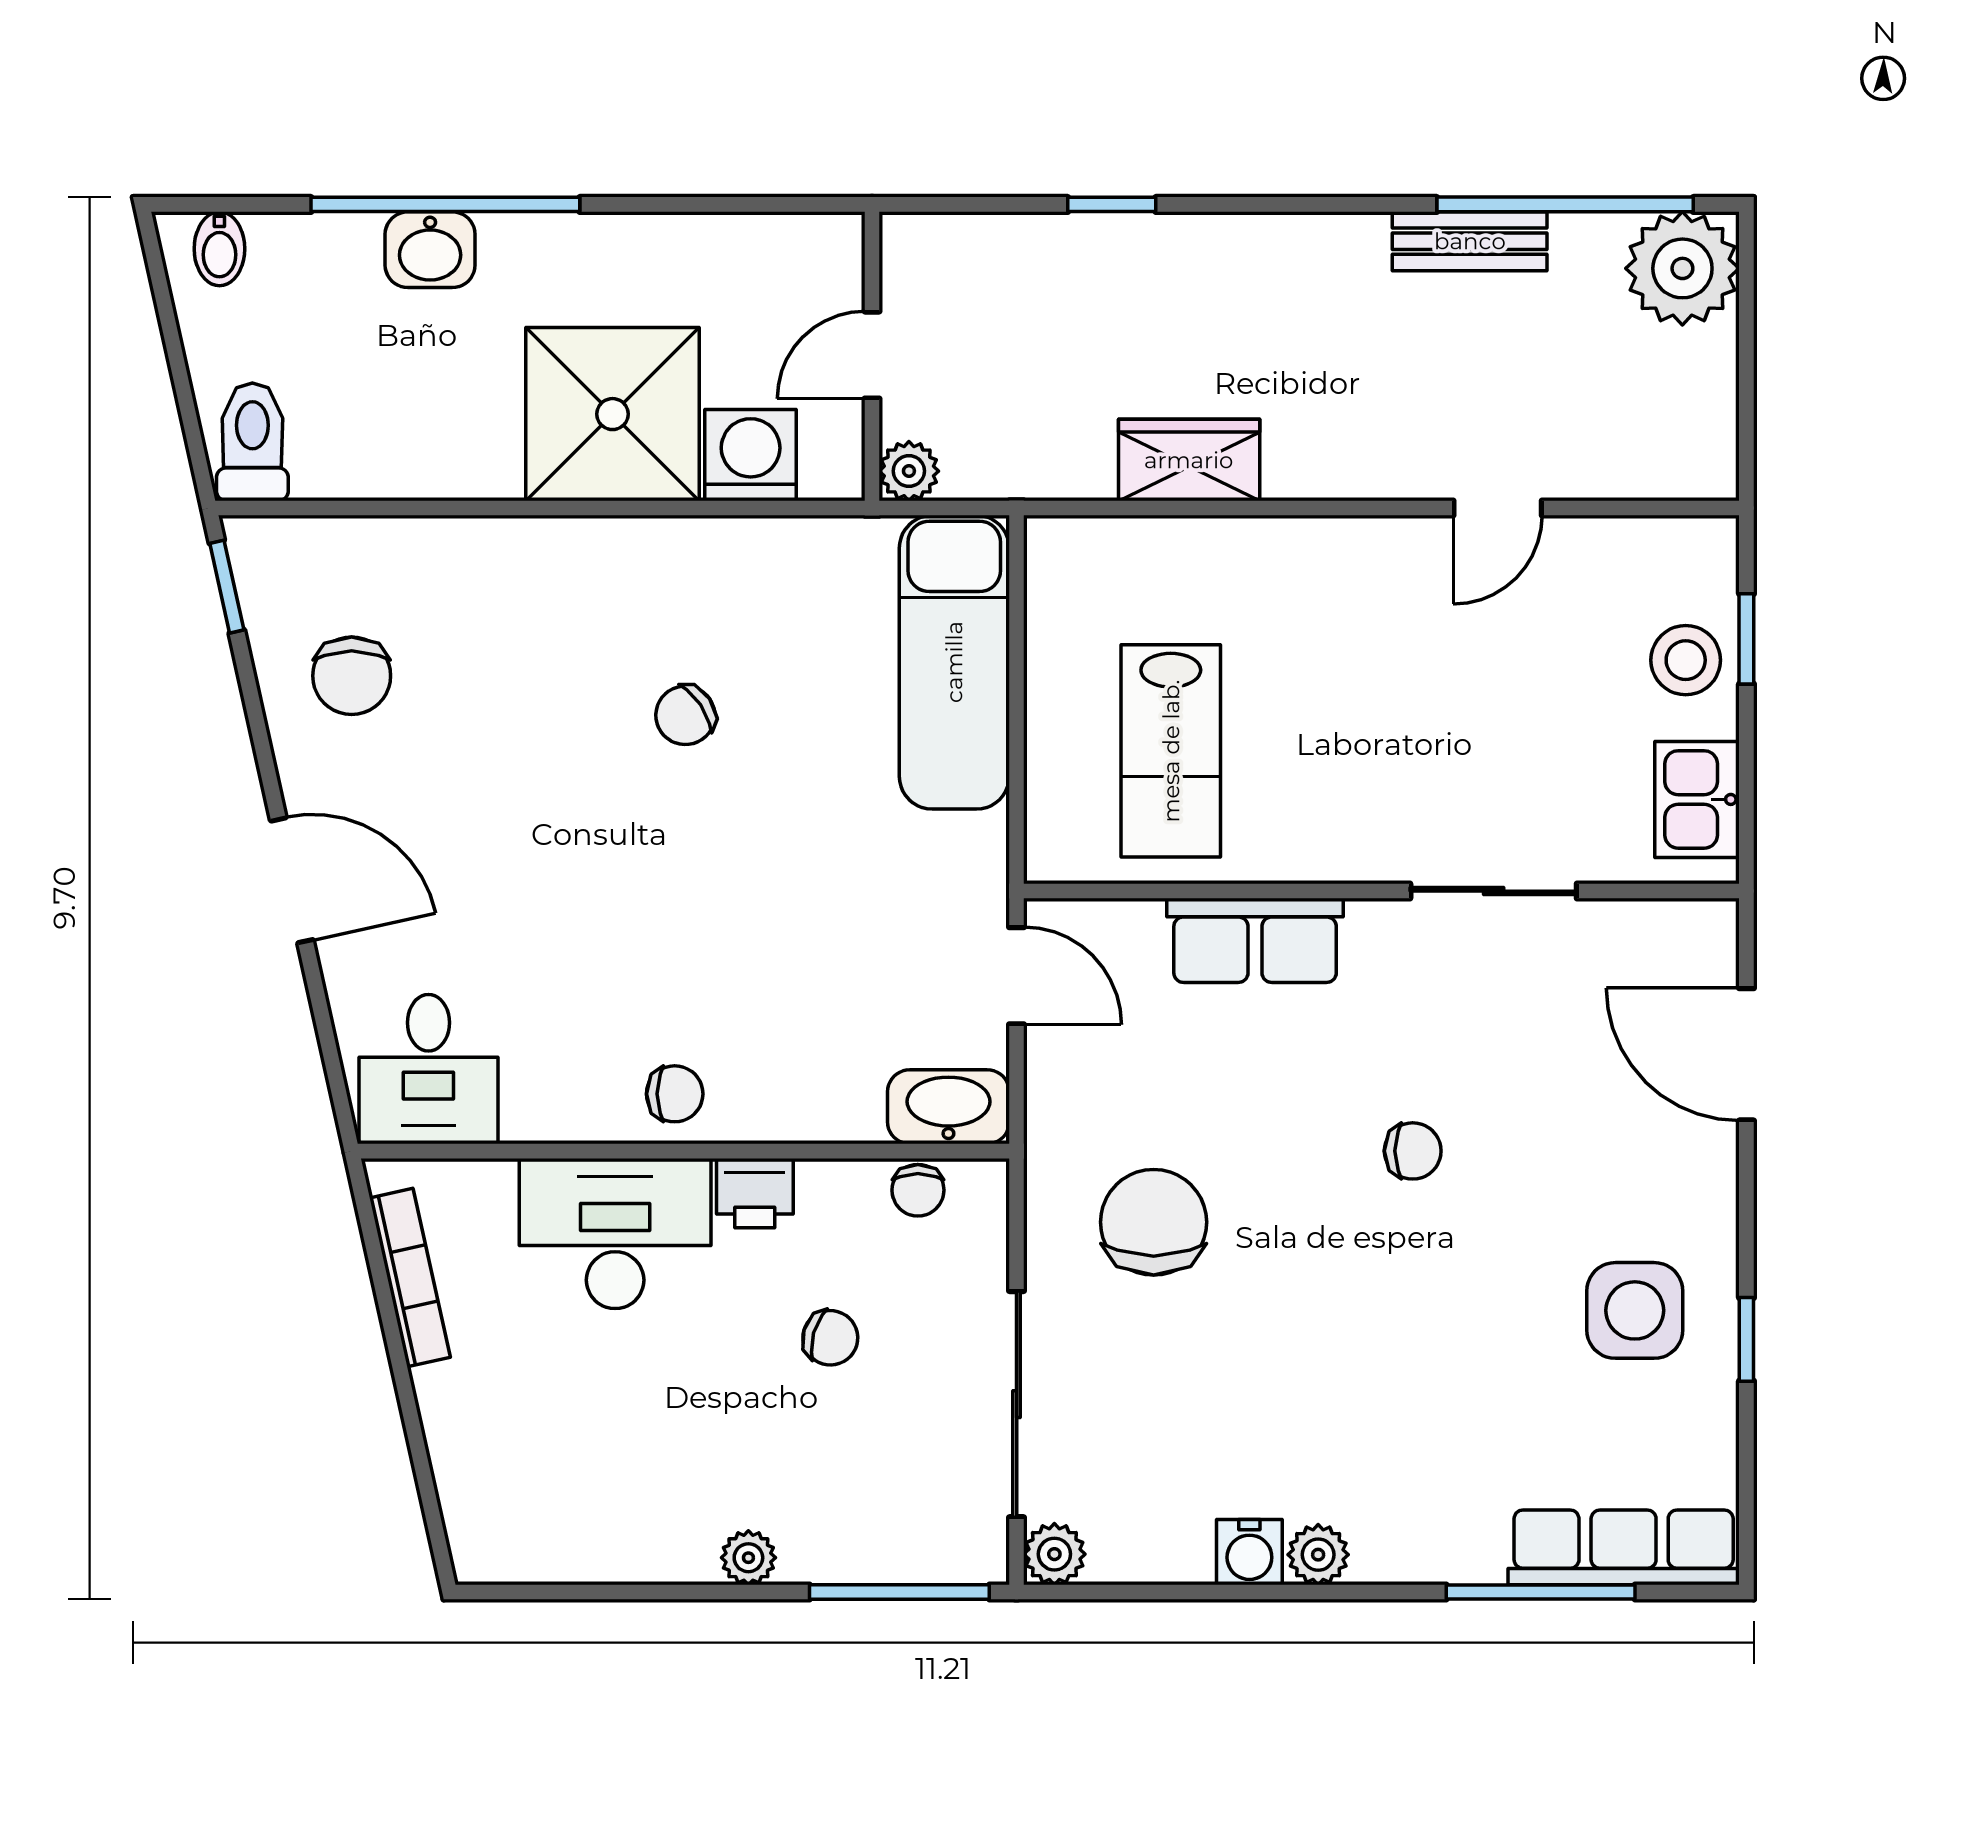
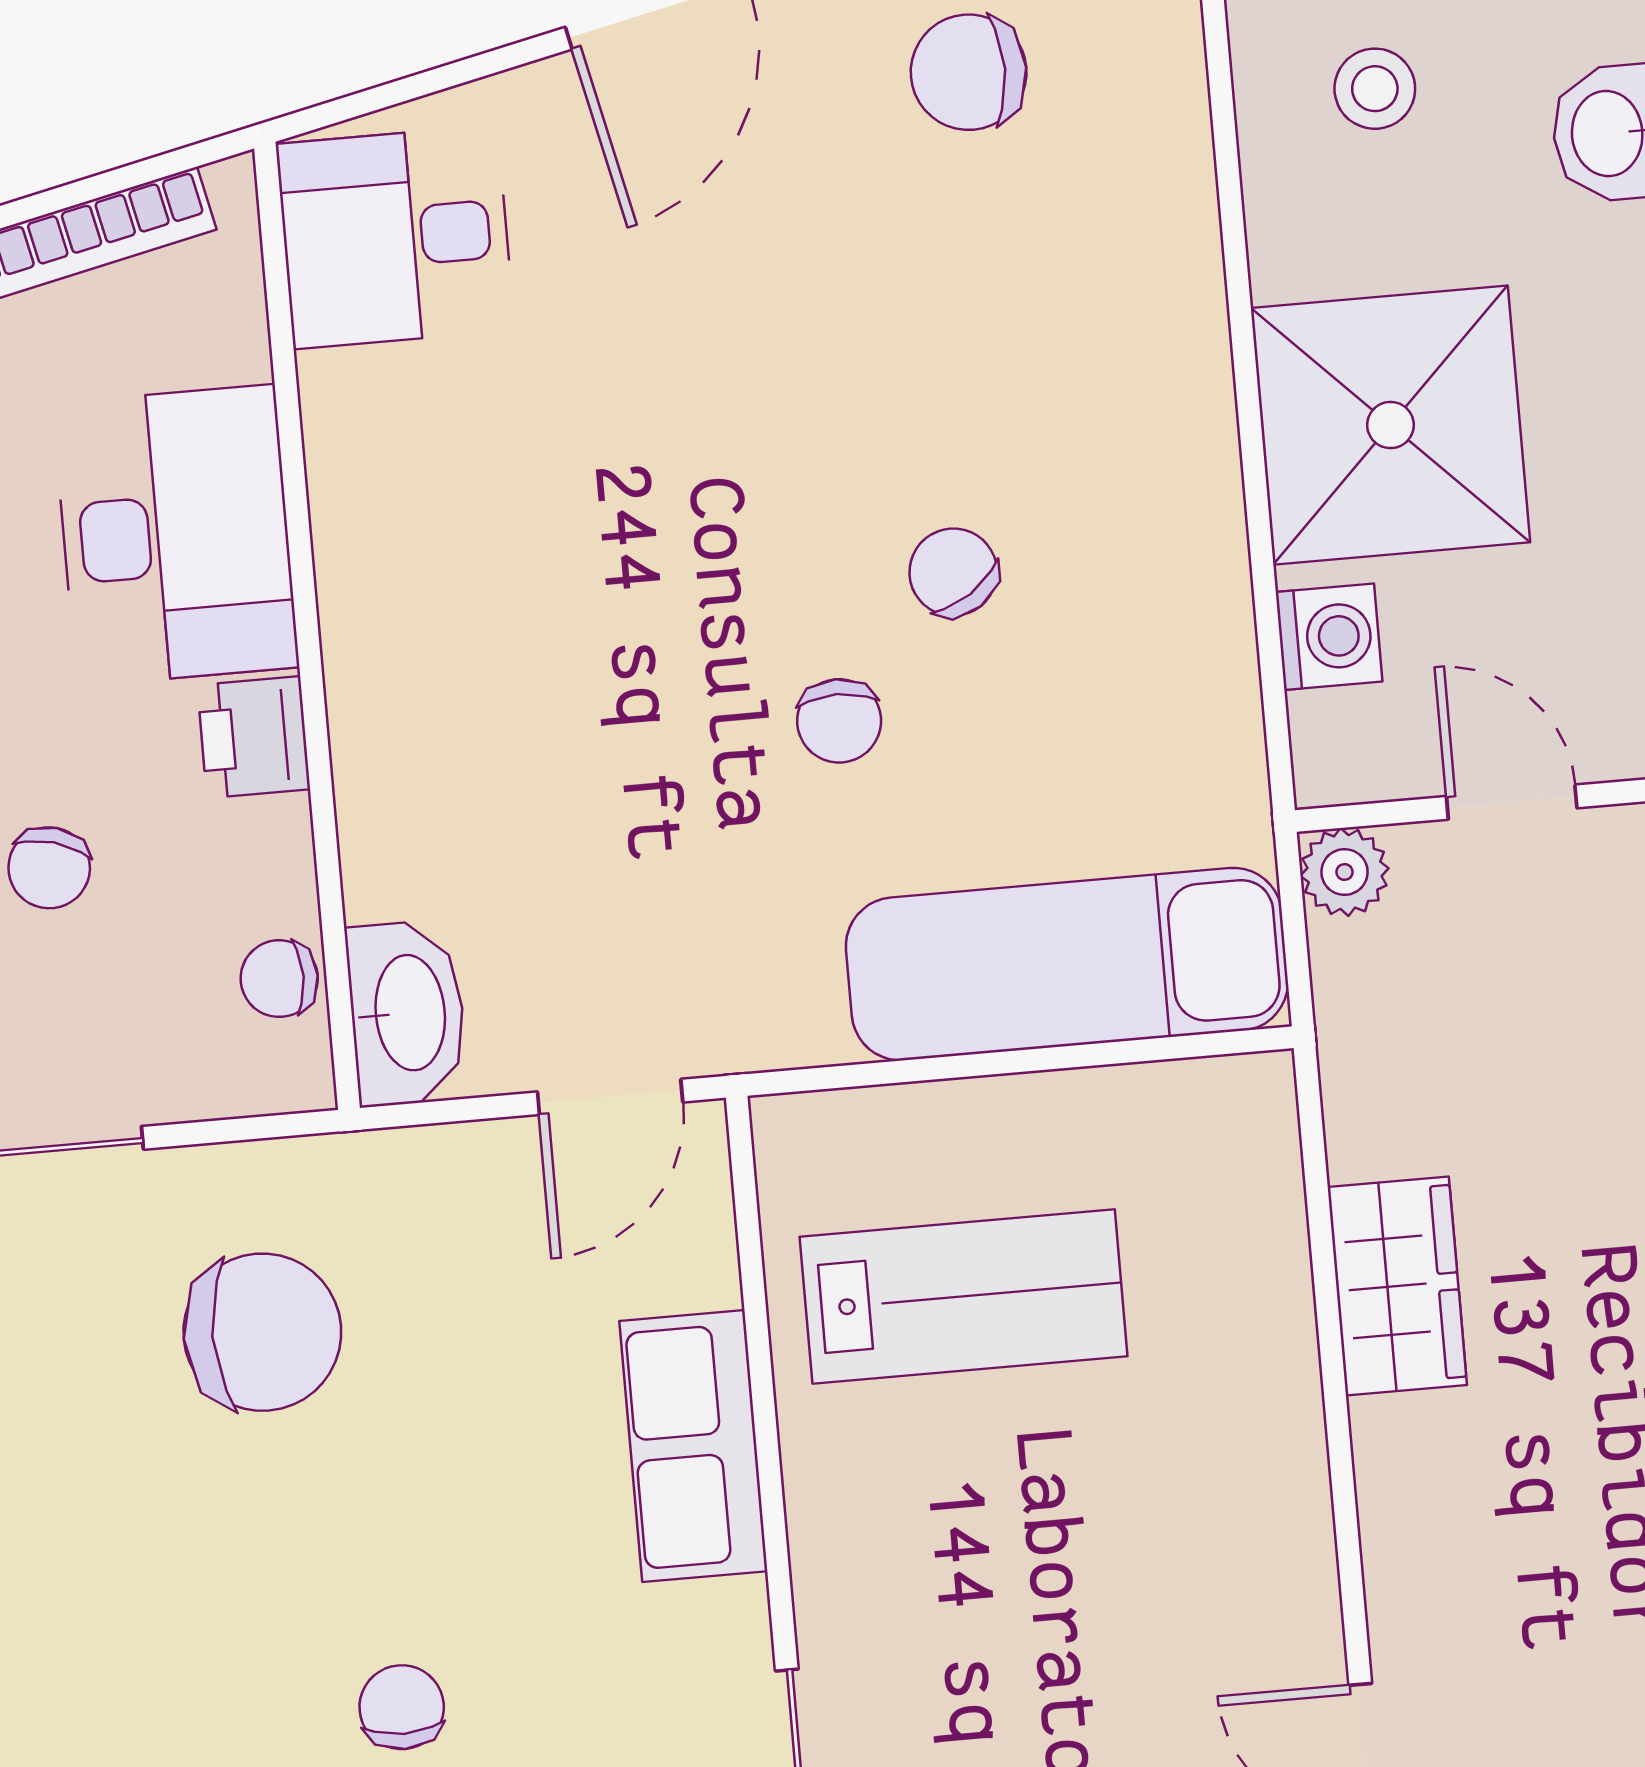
stool: (386, 405) -> (1375, 89), added
washing machine: (751, 455) -> (1329, 637), width x0.73, depth x0.73
lab bench: (1171, 751) -> (964, 1297), turned 180
chair: (675, 1094) -> (839, 721), moved
chair: (1413, 1151) -> (402, 1707), turned 180

